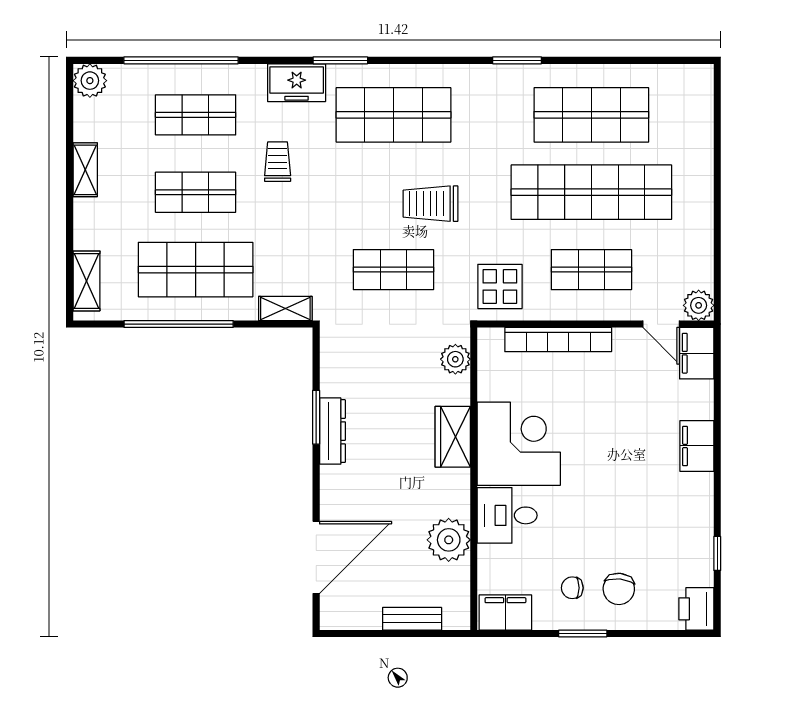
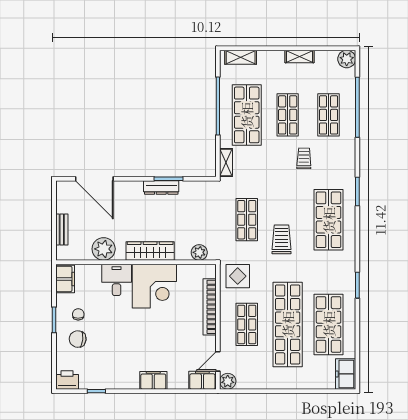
freezer: (297, 83) -> (346, 374), moved
trolley: (278, 162) -> (304, 158), turned -89
wardrobe: (453, 437) -> (150, 251), width x1.50

